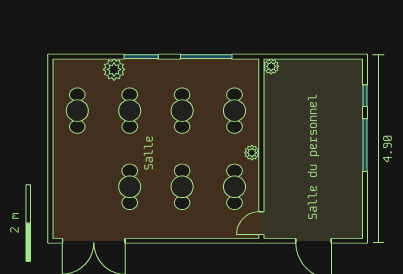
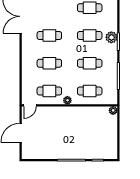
plant: (114, 69) -> (111, 37), moved
door: (261, 223) -> (30, 105), swing flipped

